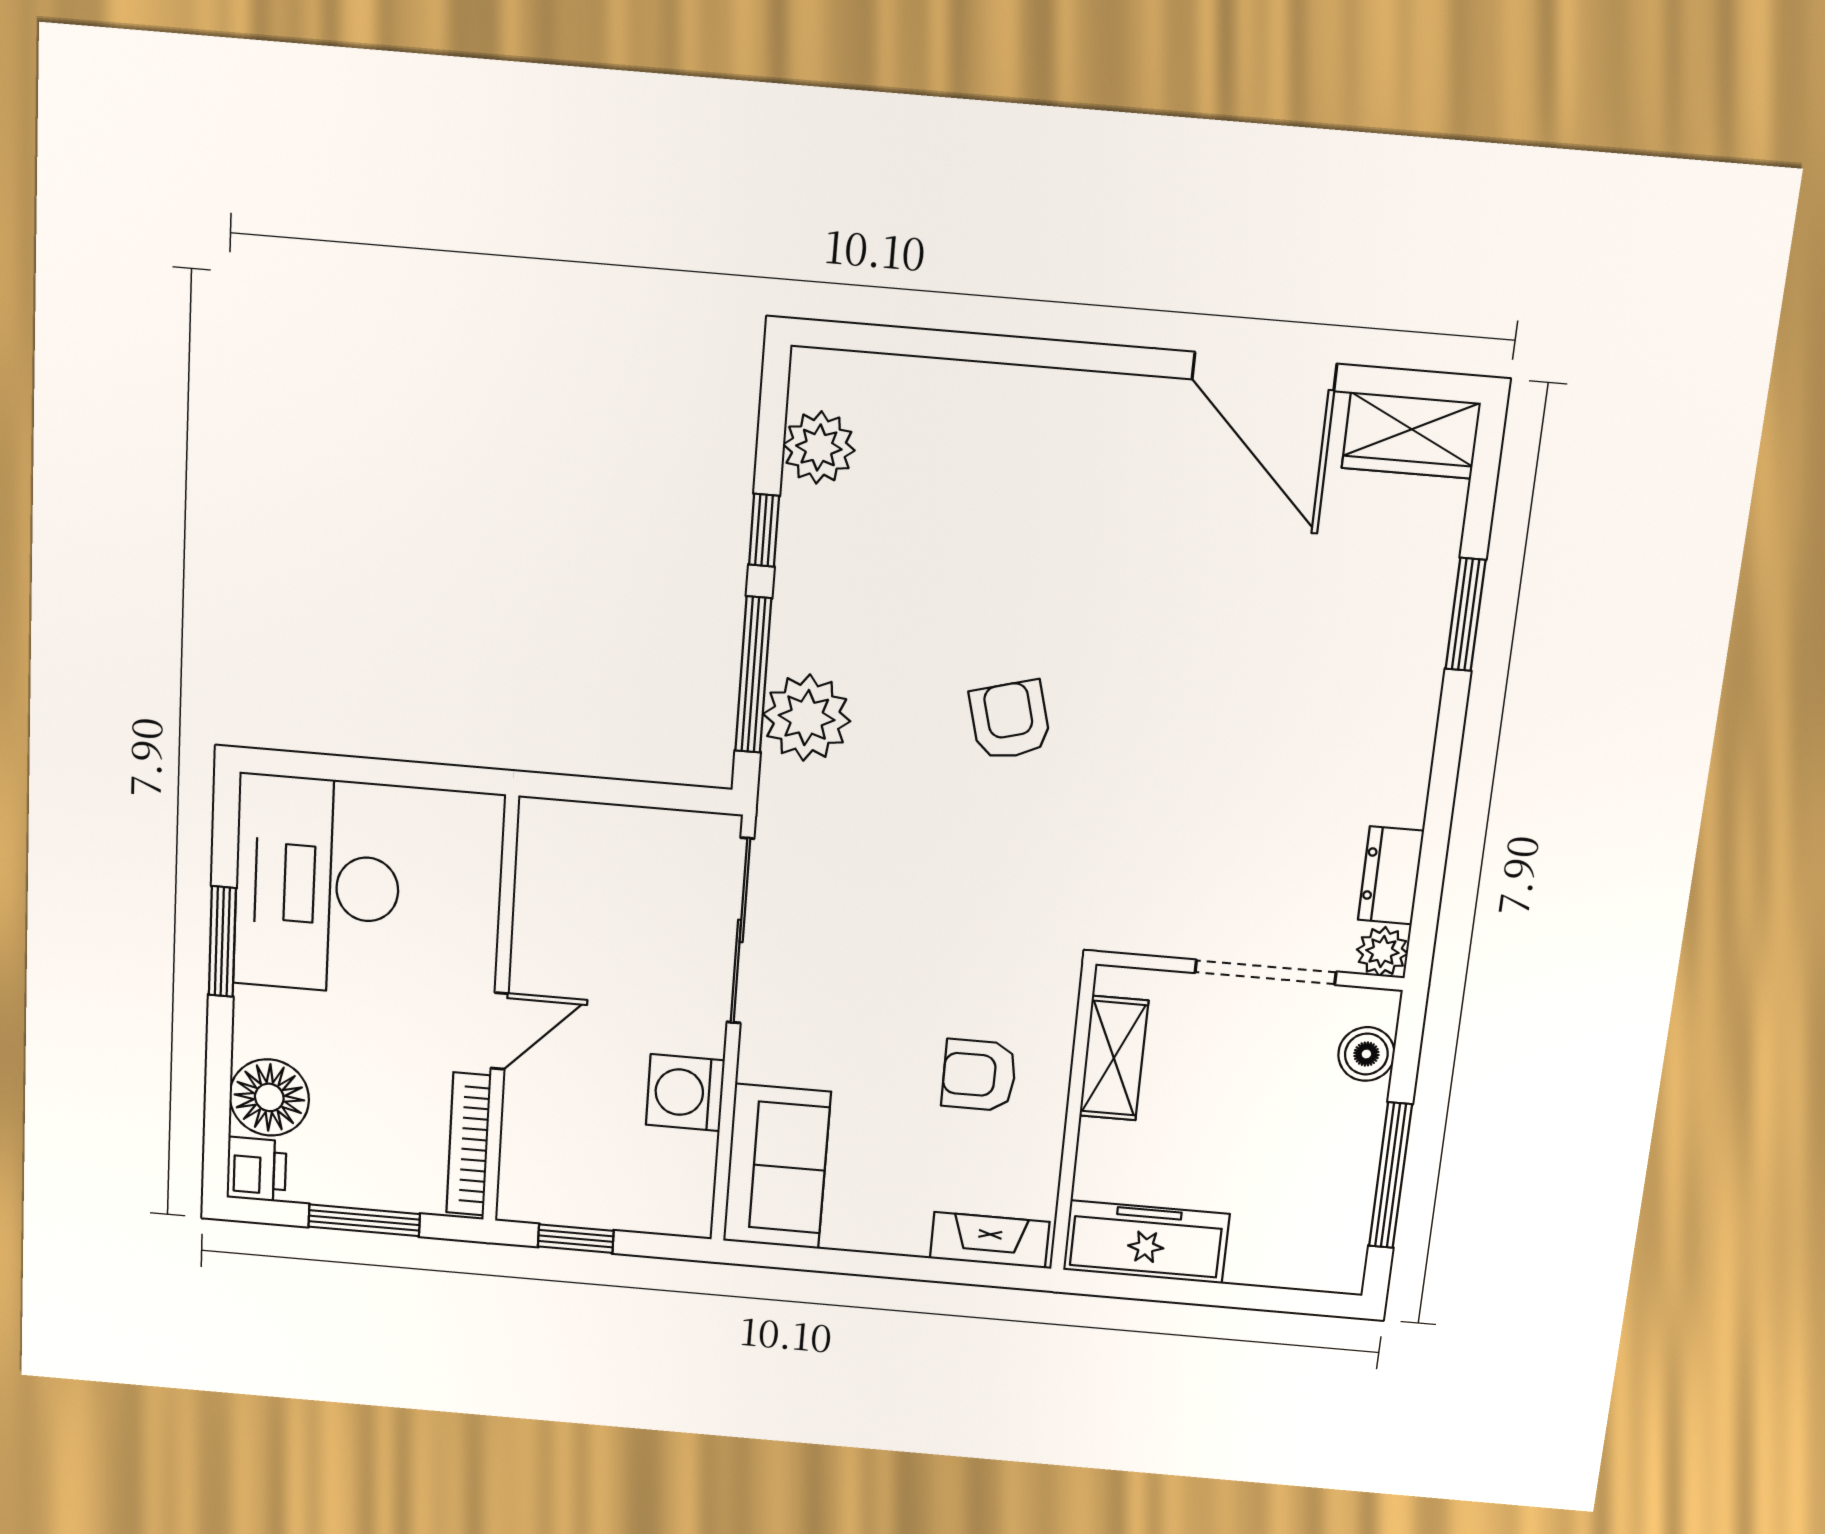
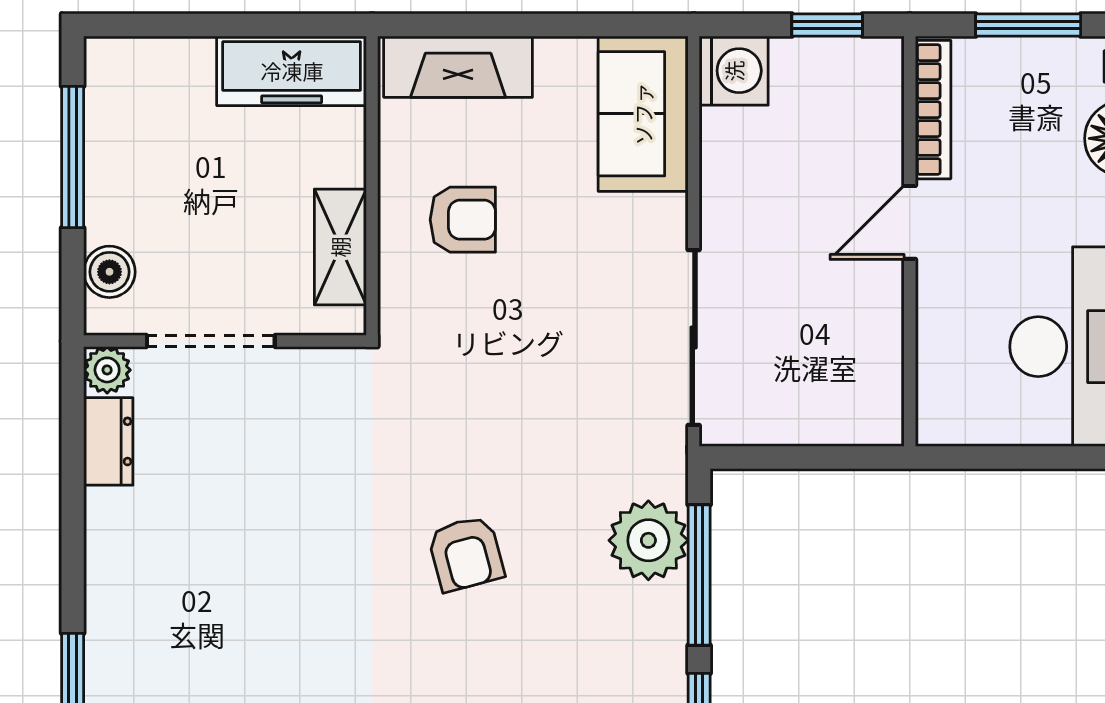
washing machine: (685, 1093) -> (734, 71), moved
fireplace: (990, 1240) -> (458, 67), width x1.37, depth x1.32

